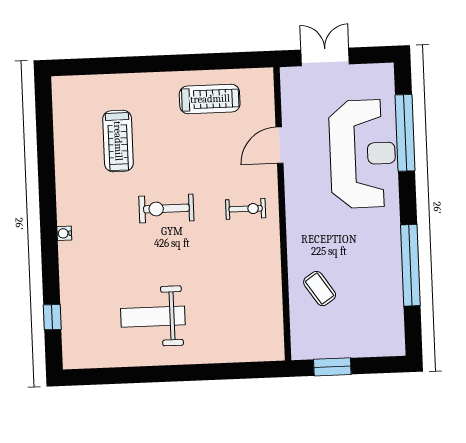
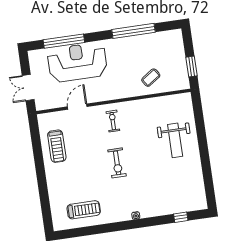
treadmill: (210, 99) -> (57, 146), turned 180
treadmill: (118, 141) -> (84, 210), moved
door: (280, 145) -> (77, 107), swing flipped
weight bench: (153, 317) -> (175, 140), moved

